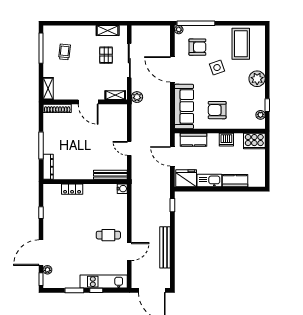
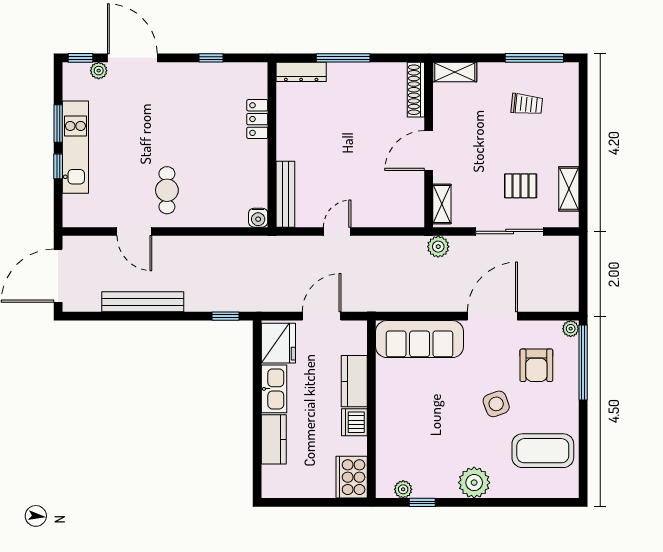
armchair: (217, 110) -> (413, 404), removed
kitchen counter: (193, 140) -> (354, 381), moved
kitchen unit: (104, 282) -> (75, 147), moved

